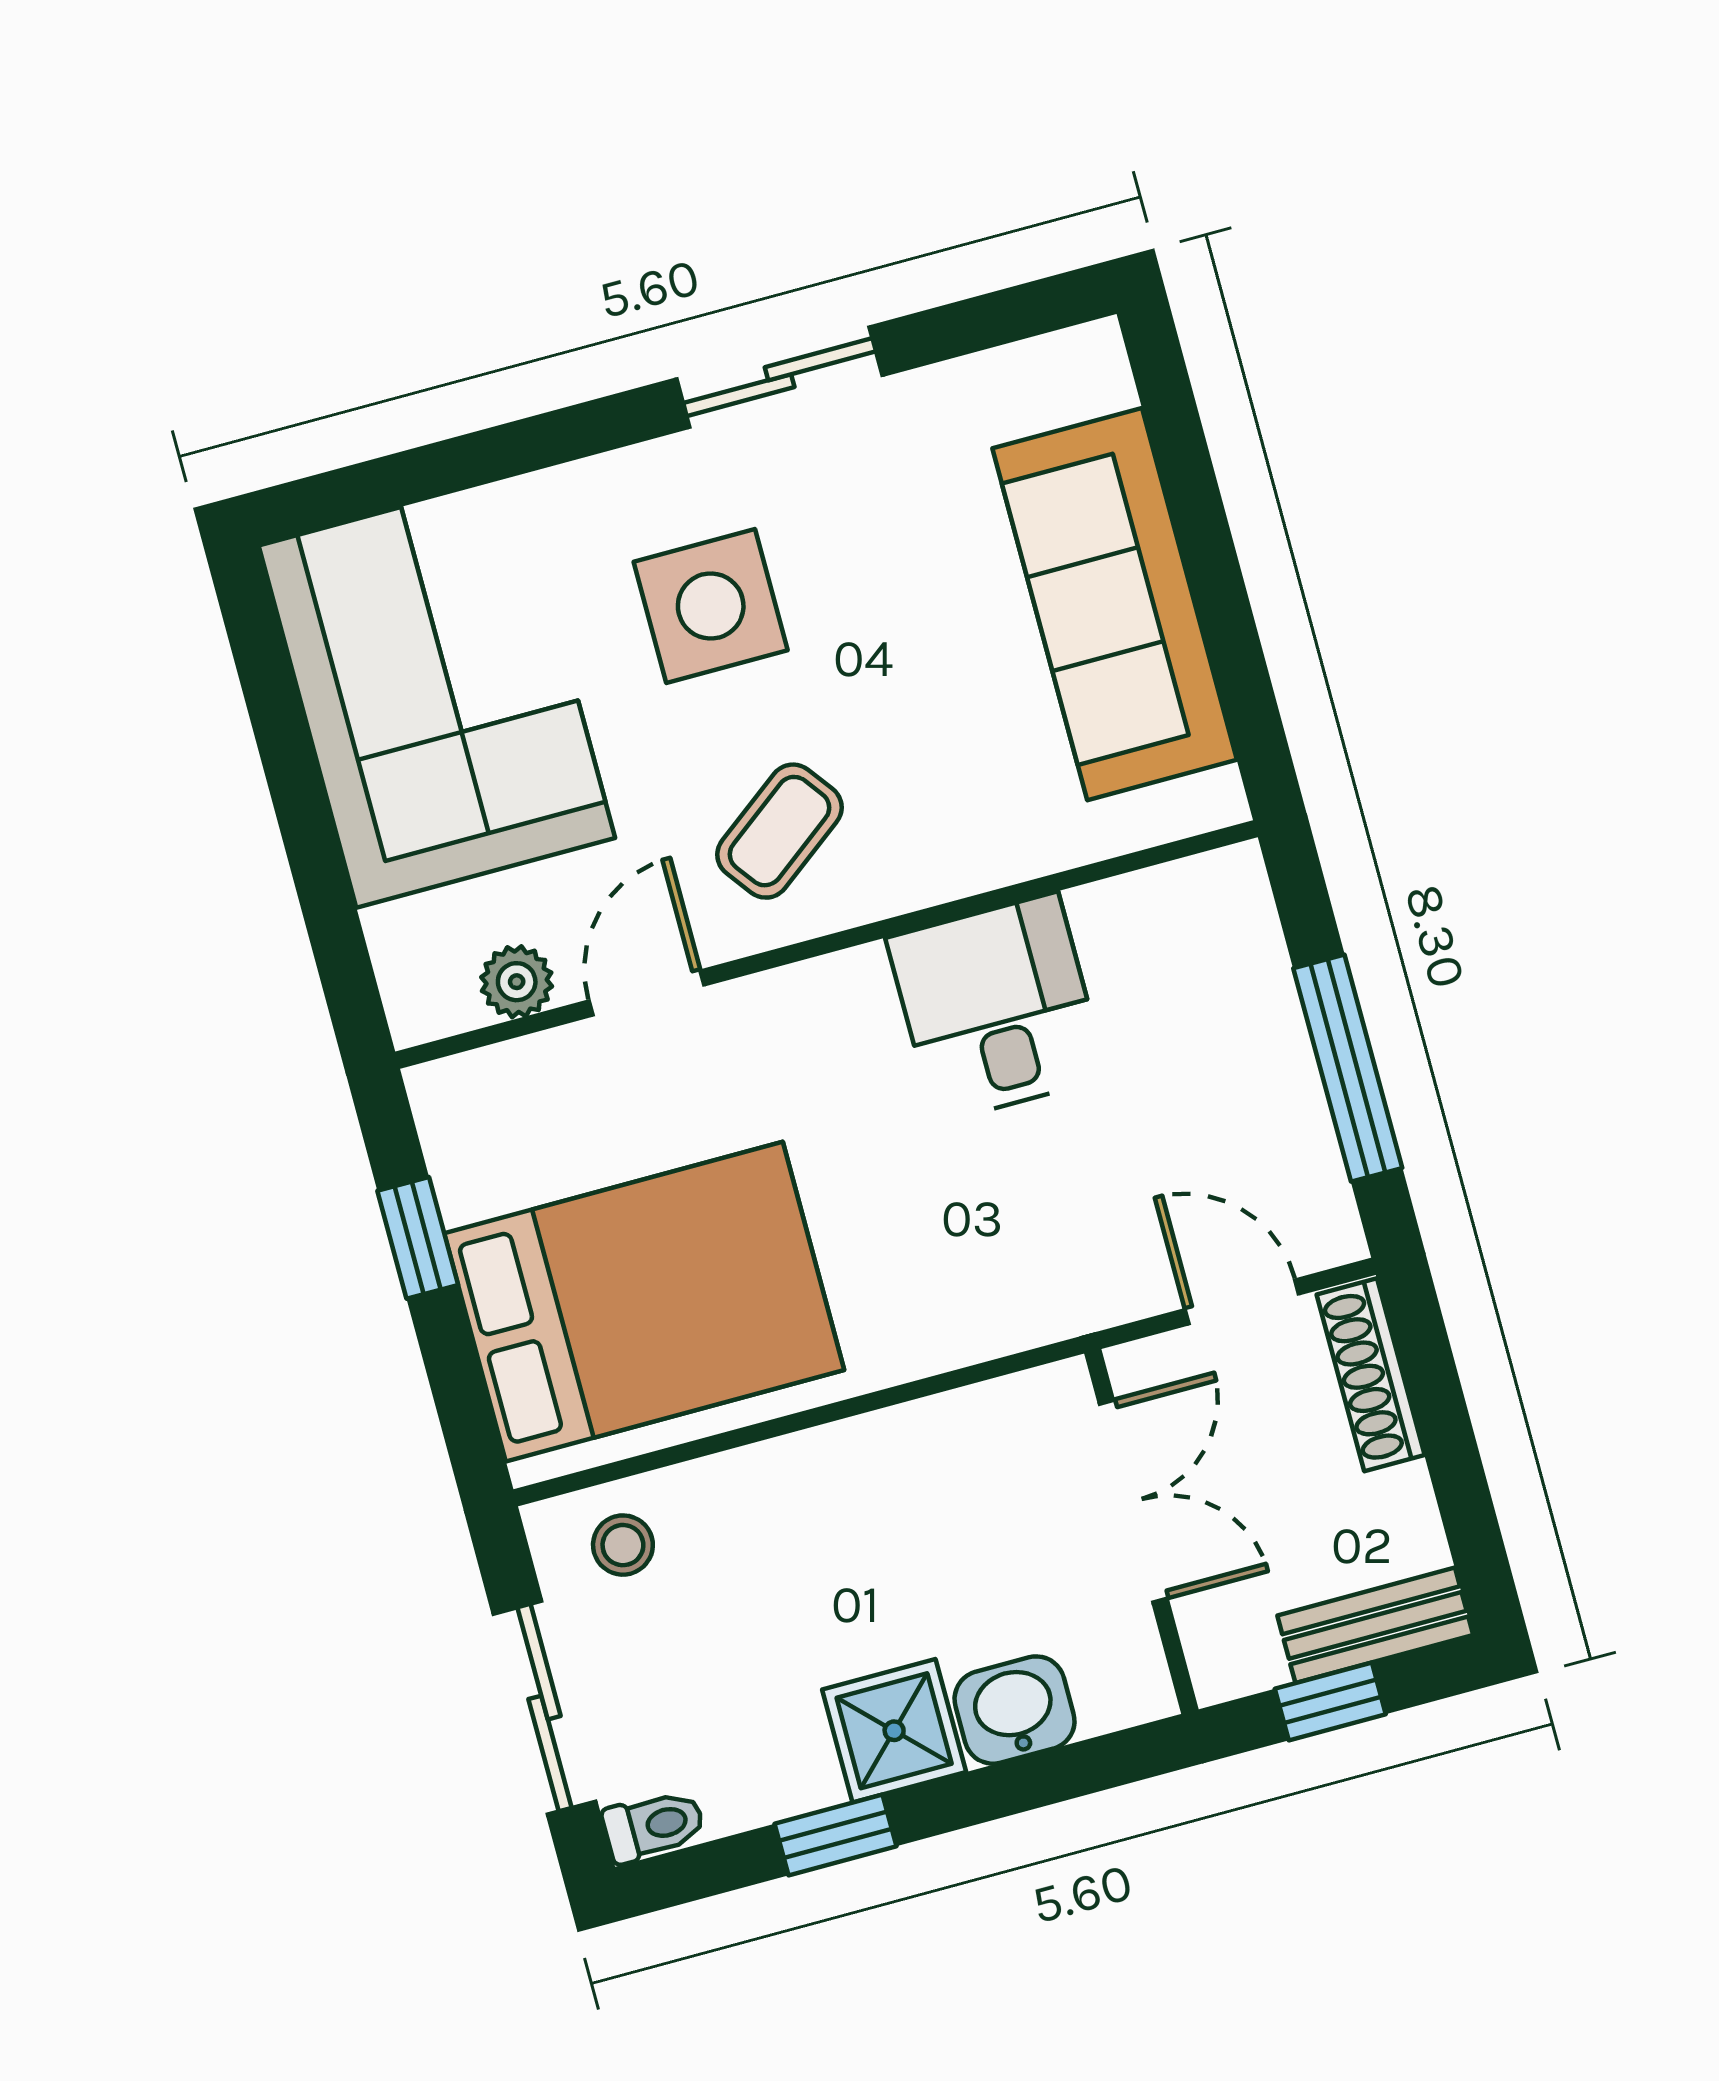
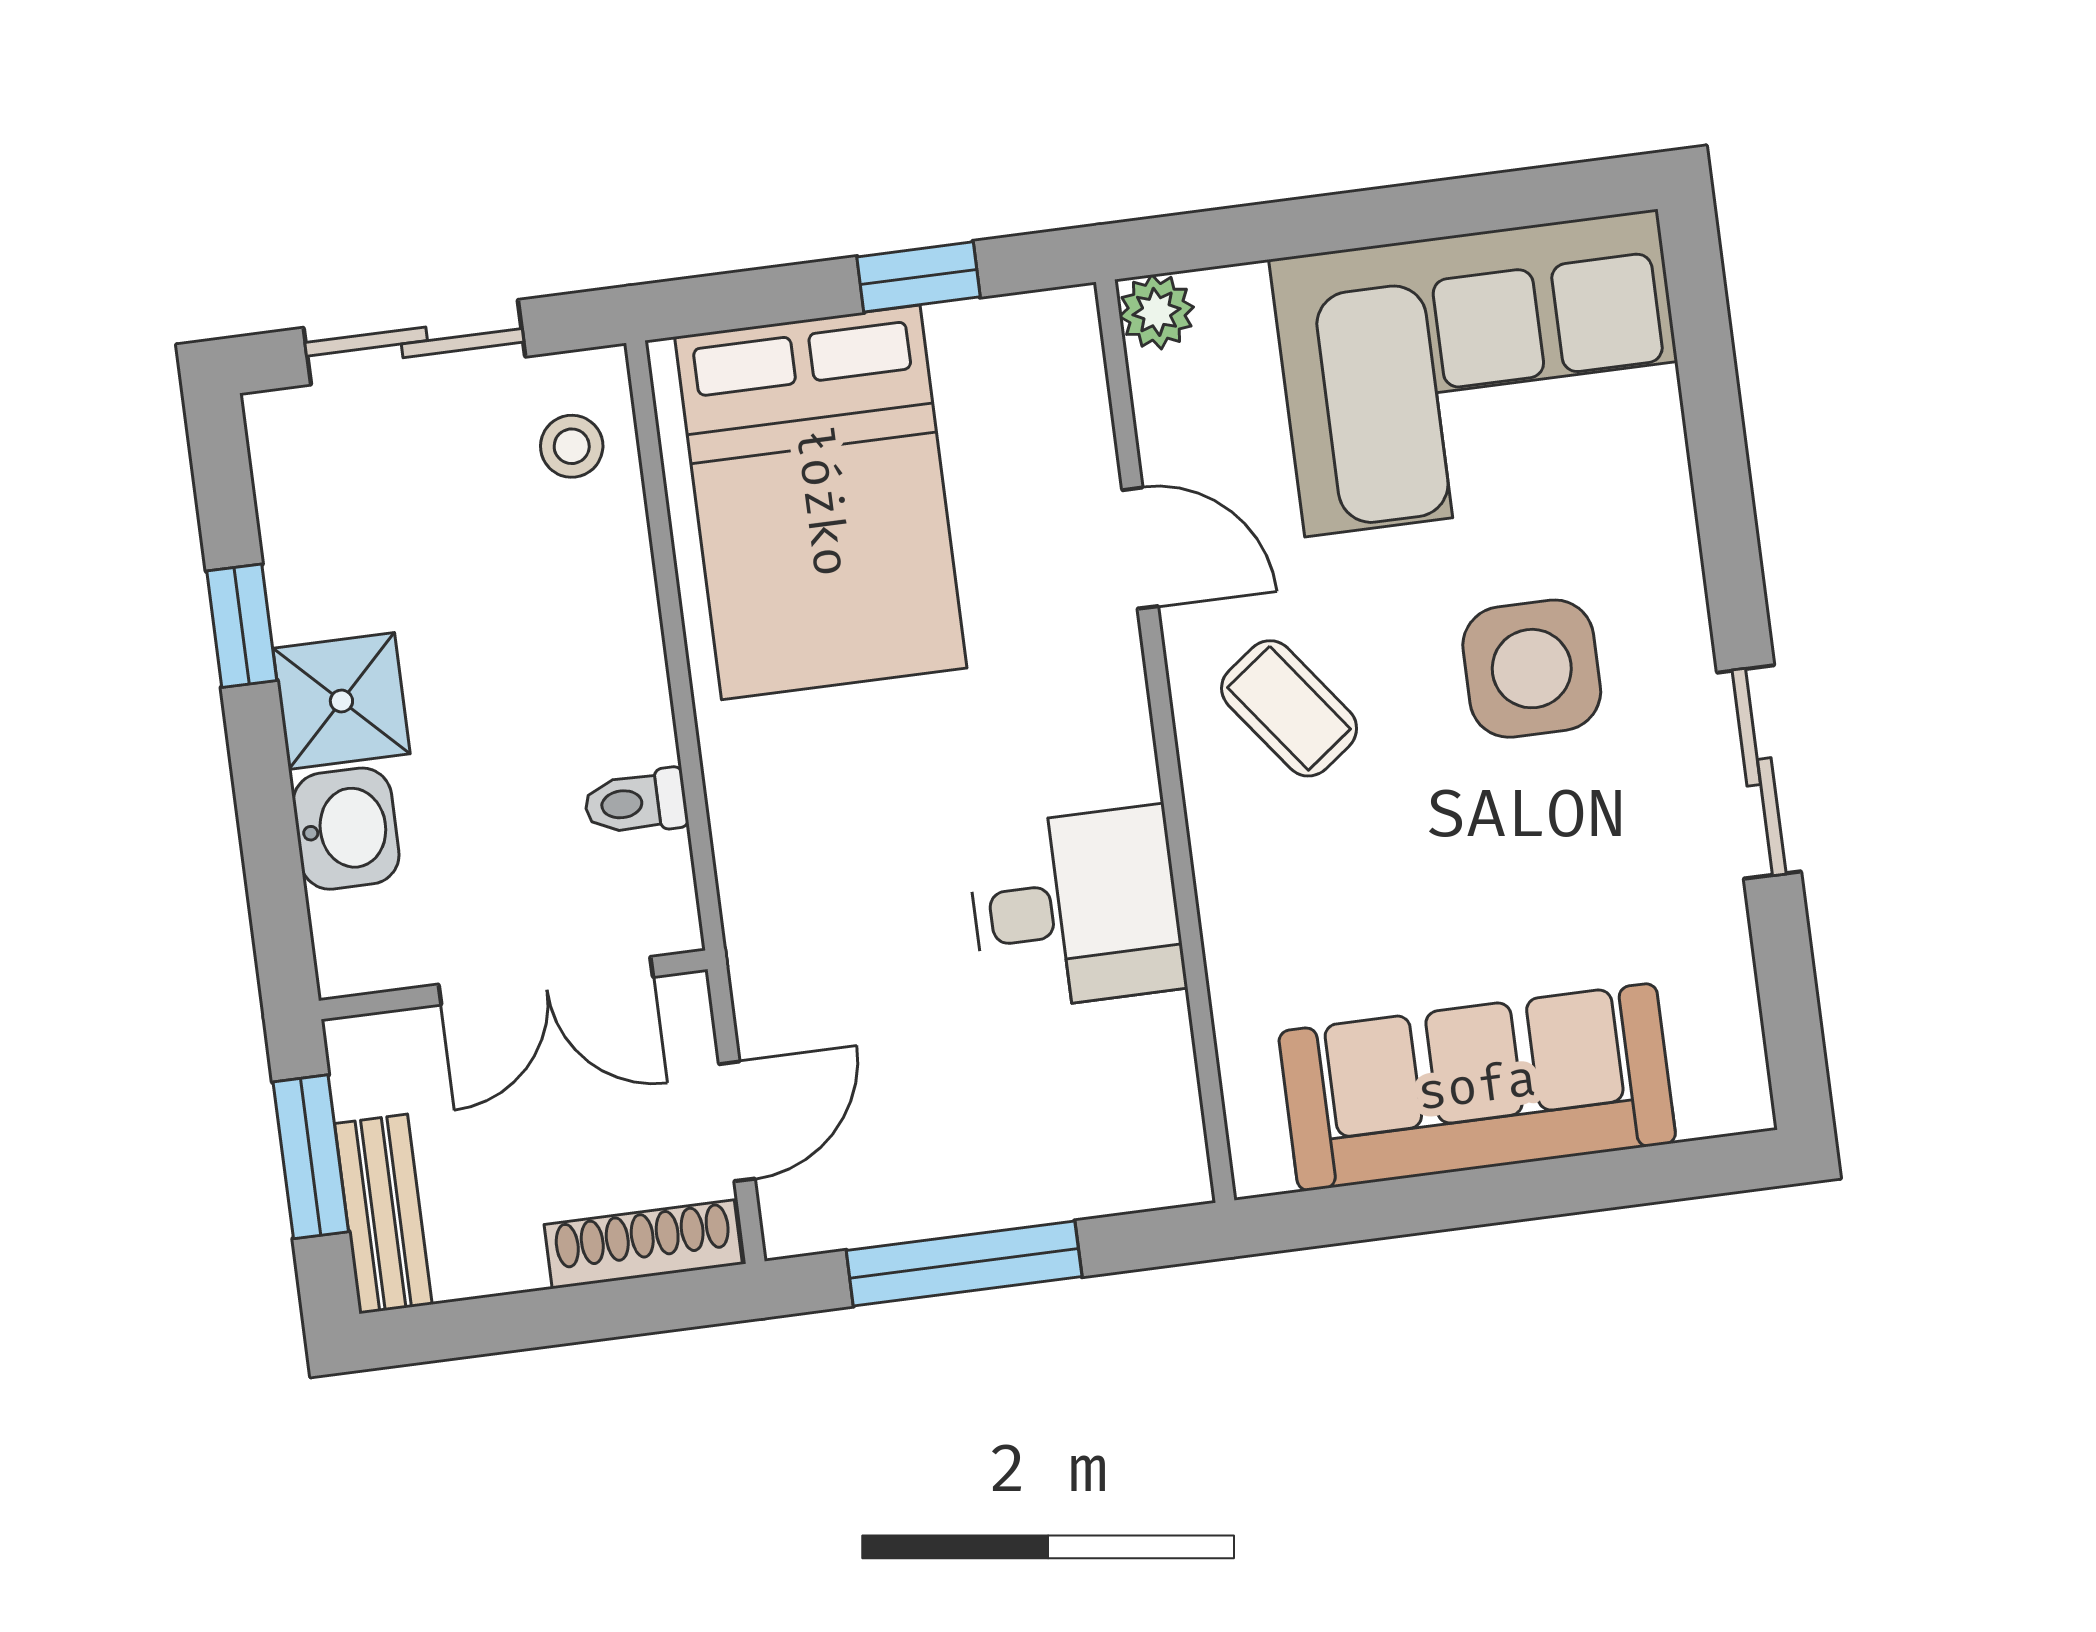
plant: (517, 982) -> (1157, 312), moved
window: (1330, 1701) -> (311, 1157), width x1.50
toilet: (654, 1826) -> (636, 803), moved, turned 90

